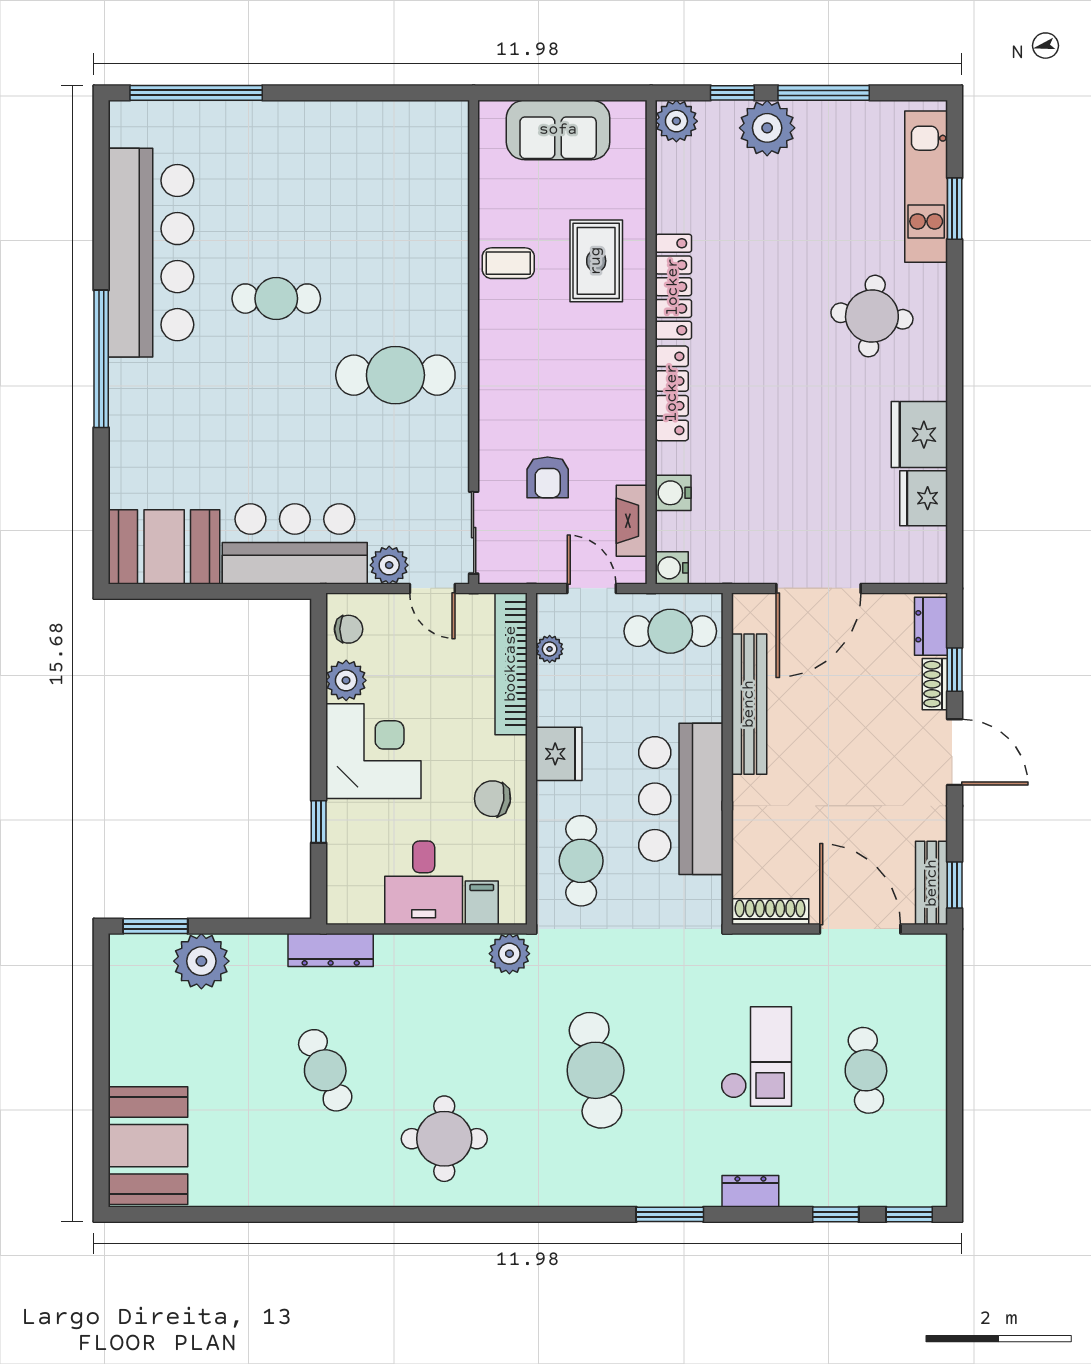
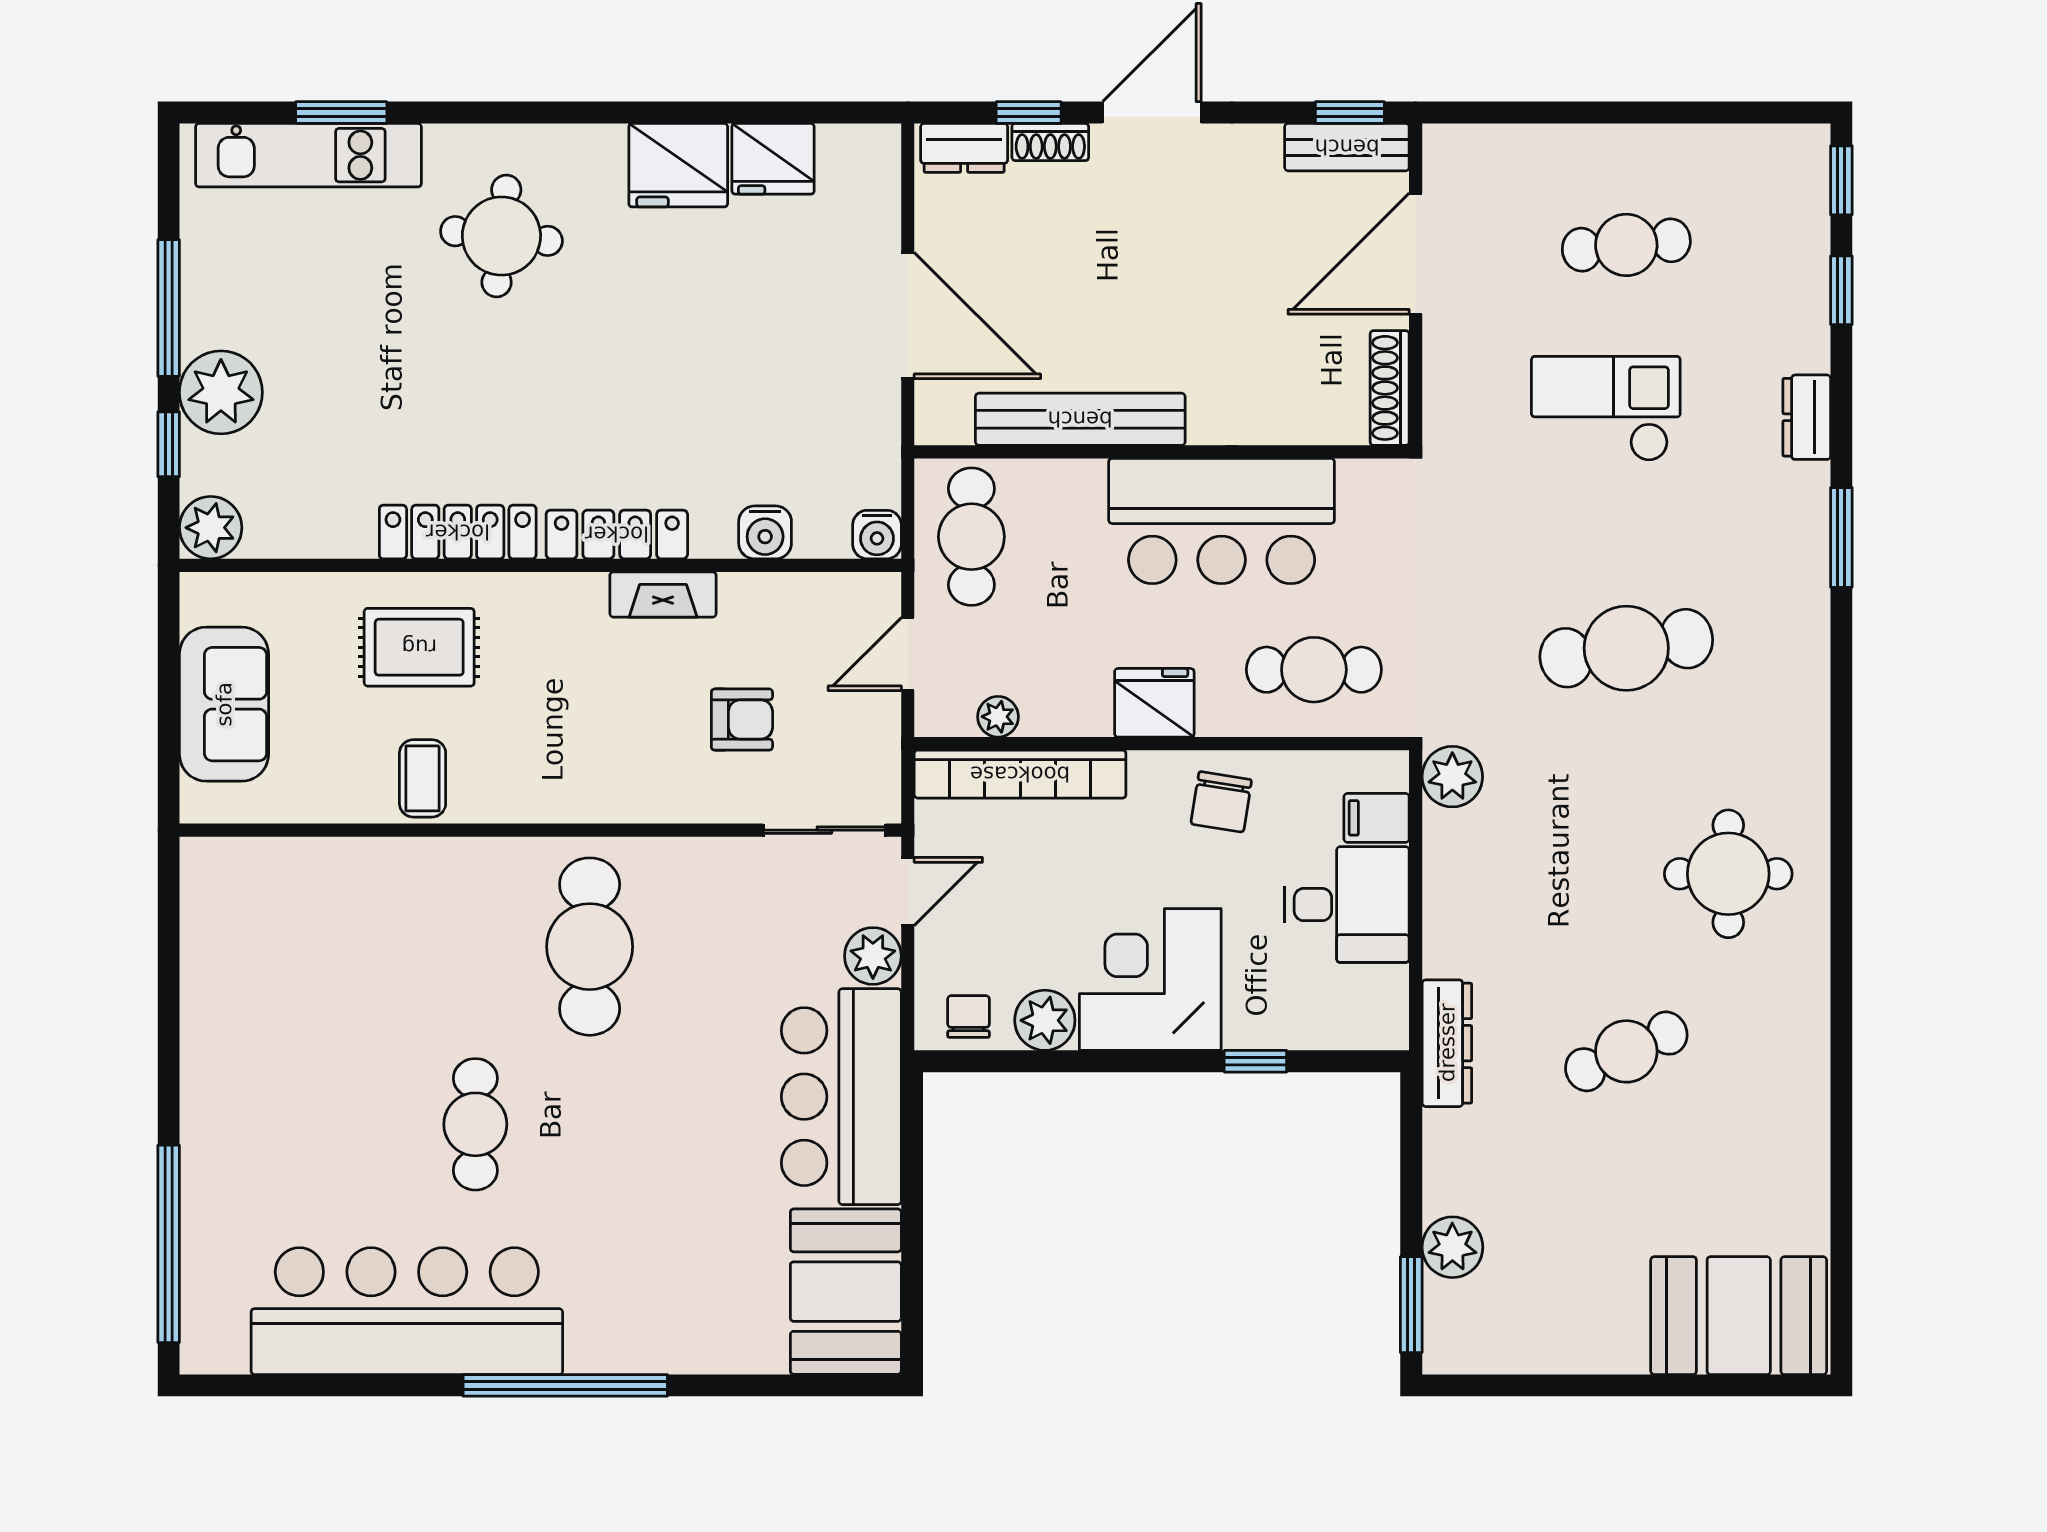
fireplace: (632, 521) -> (663, 594), moved
plant: (201, 961) -> (1452, 1247), width x0.73, depth x0.73

